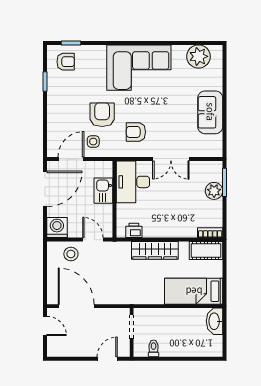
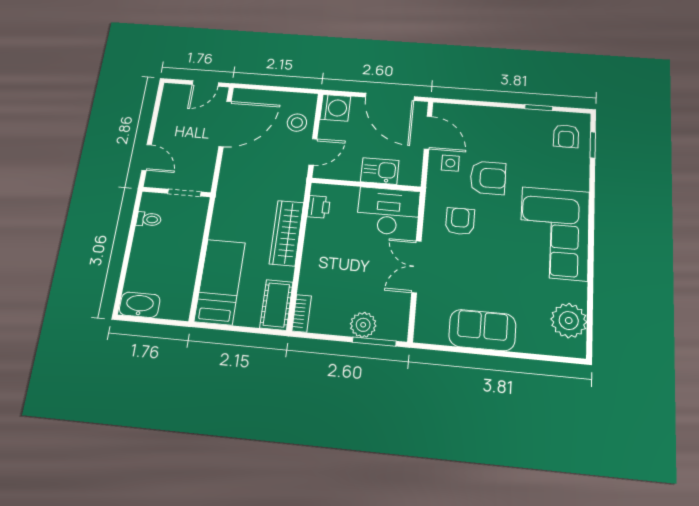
washbasin: (215, 321) -> (140, 305), moved

